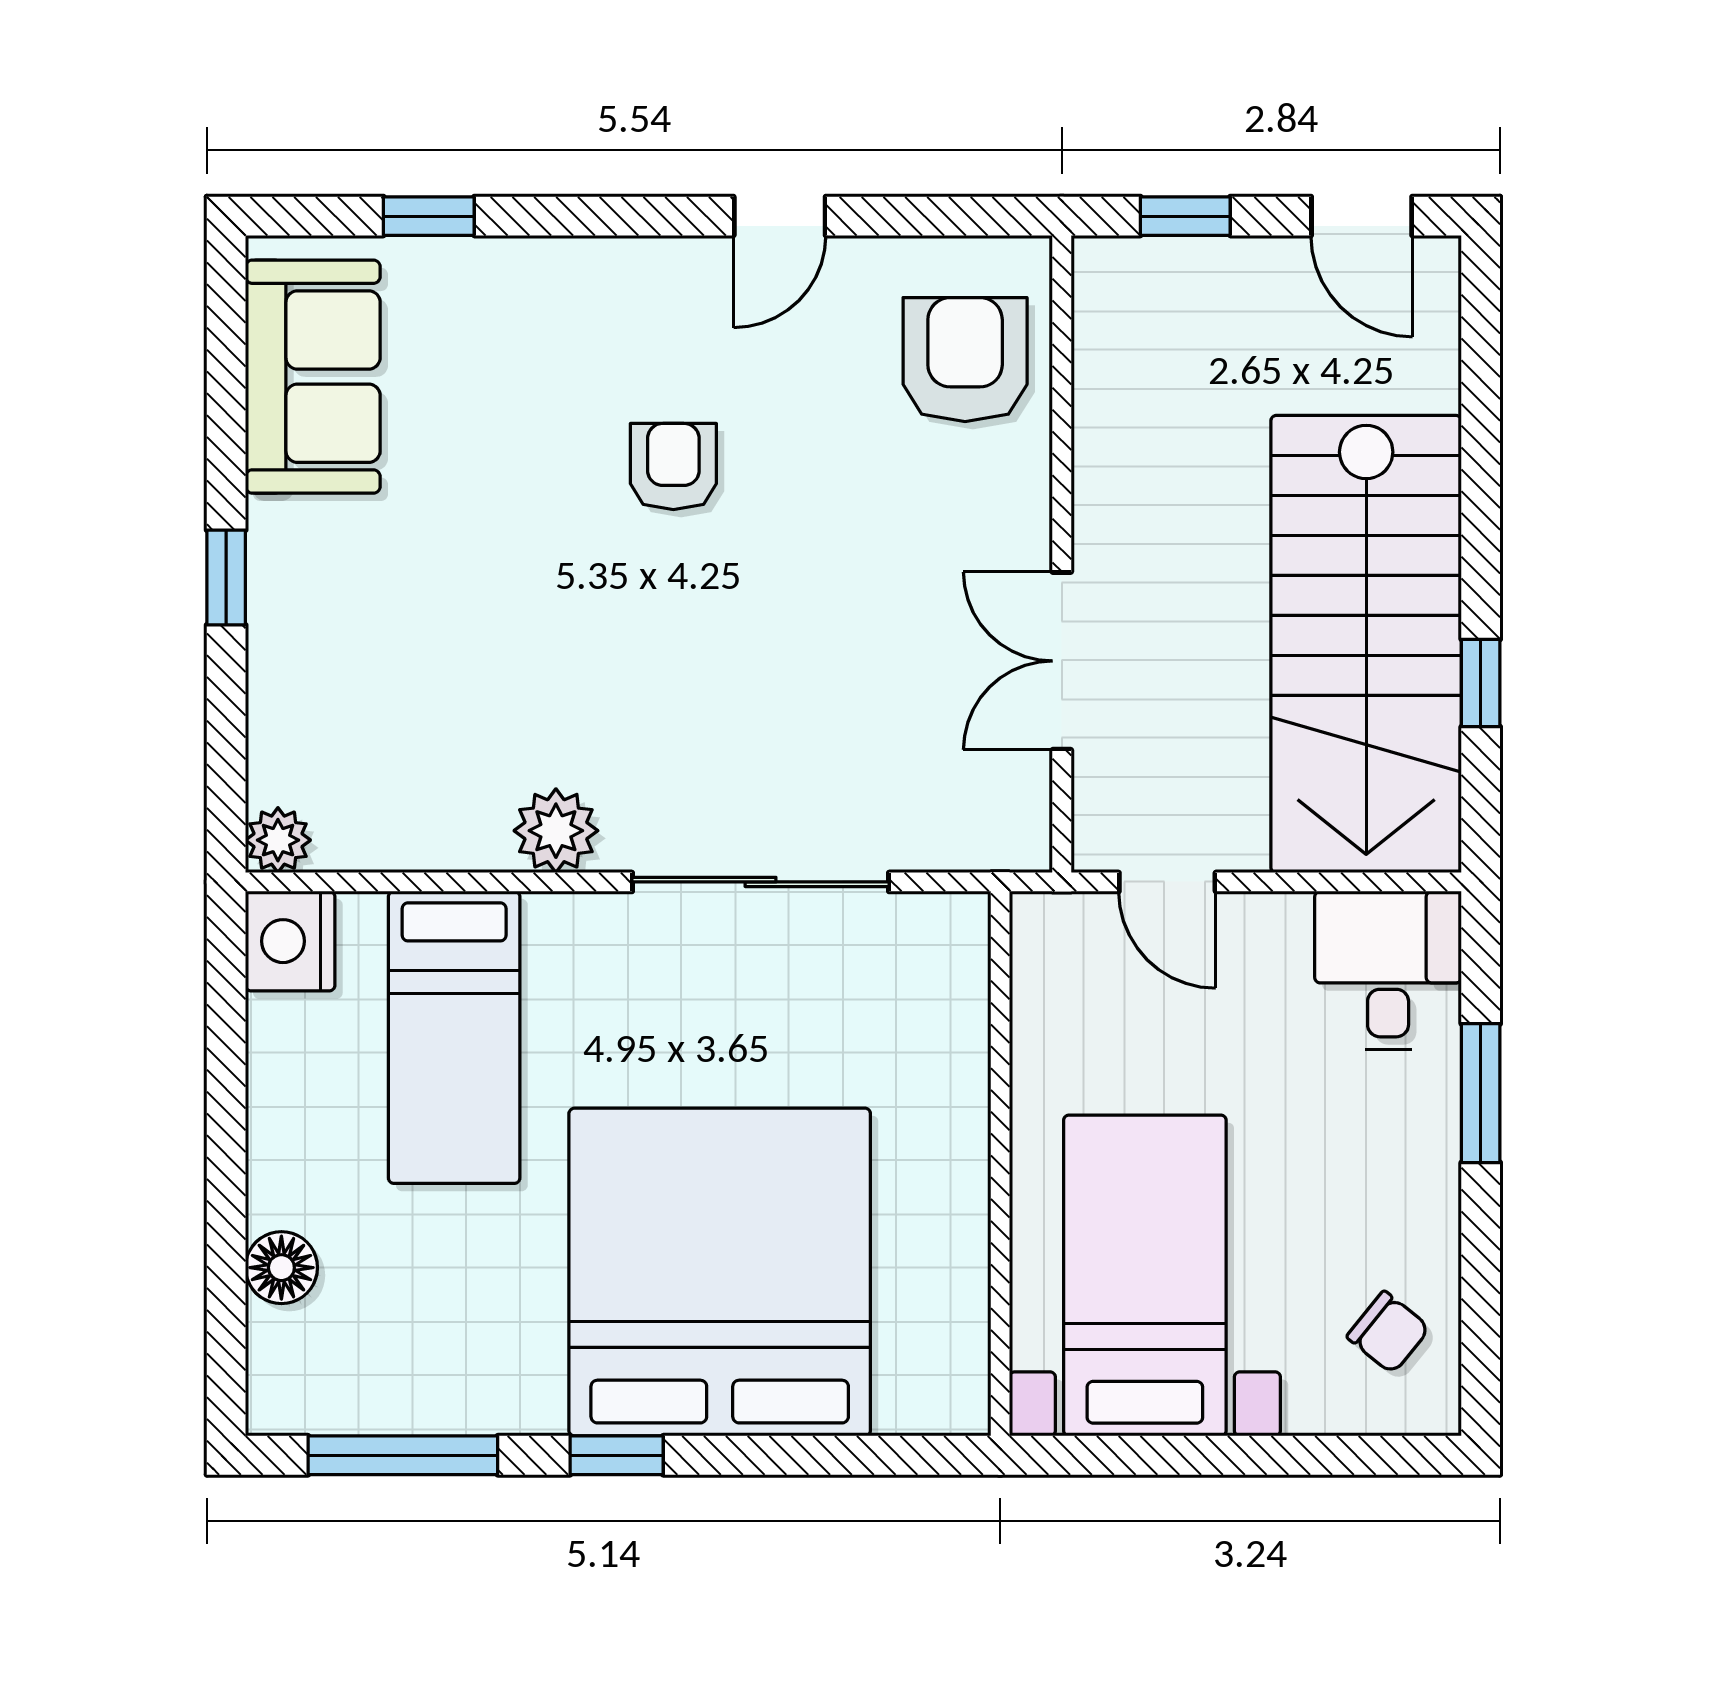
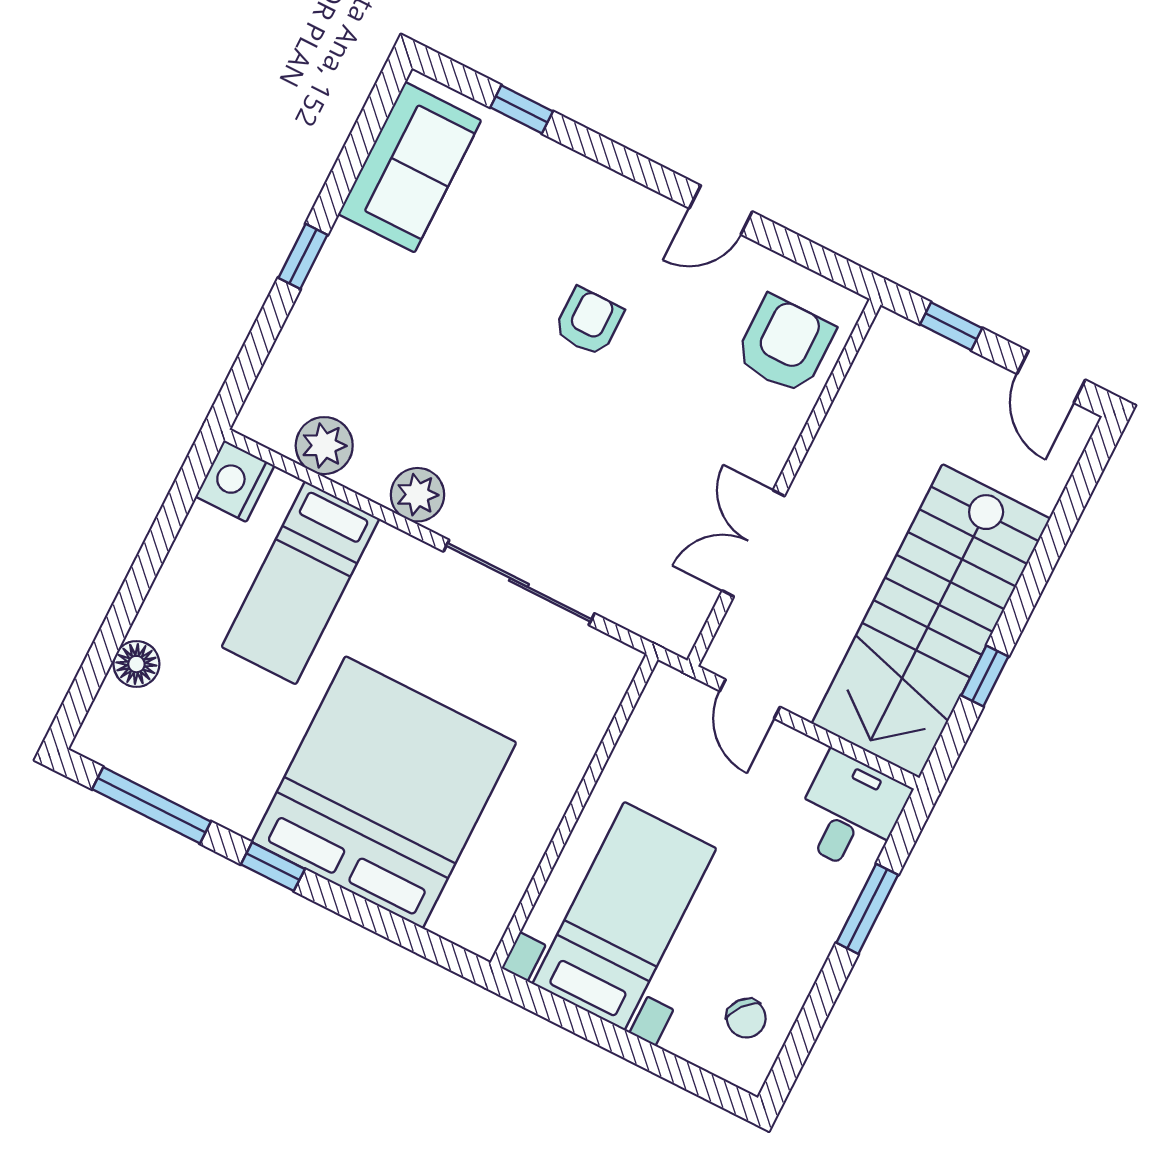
plant: (278, 840) -> (324, 446), moved, width x1.38, depth x1.38

